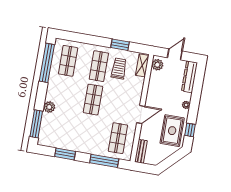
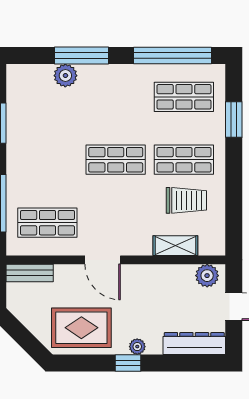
window: (120, 45) -> (234, 120), moved
shelving: (142, 65) -> (175, 246), moved
plant: (49, 107) -> (65, 76), moved
window: (36, 124) -> (81, 55), moved
window: (190, 130) -> (128, 363), moved

